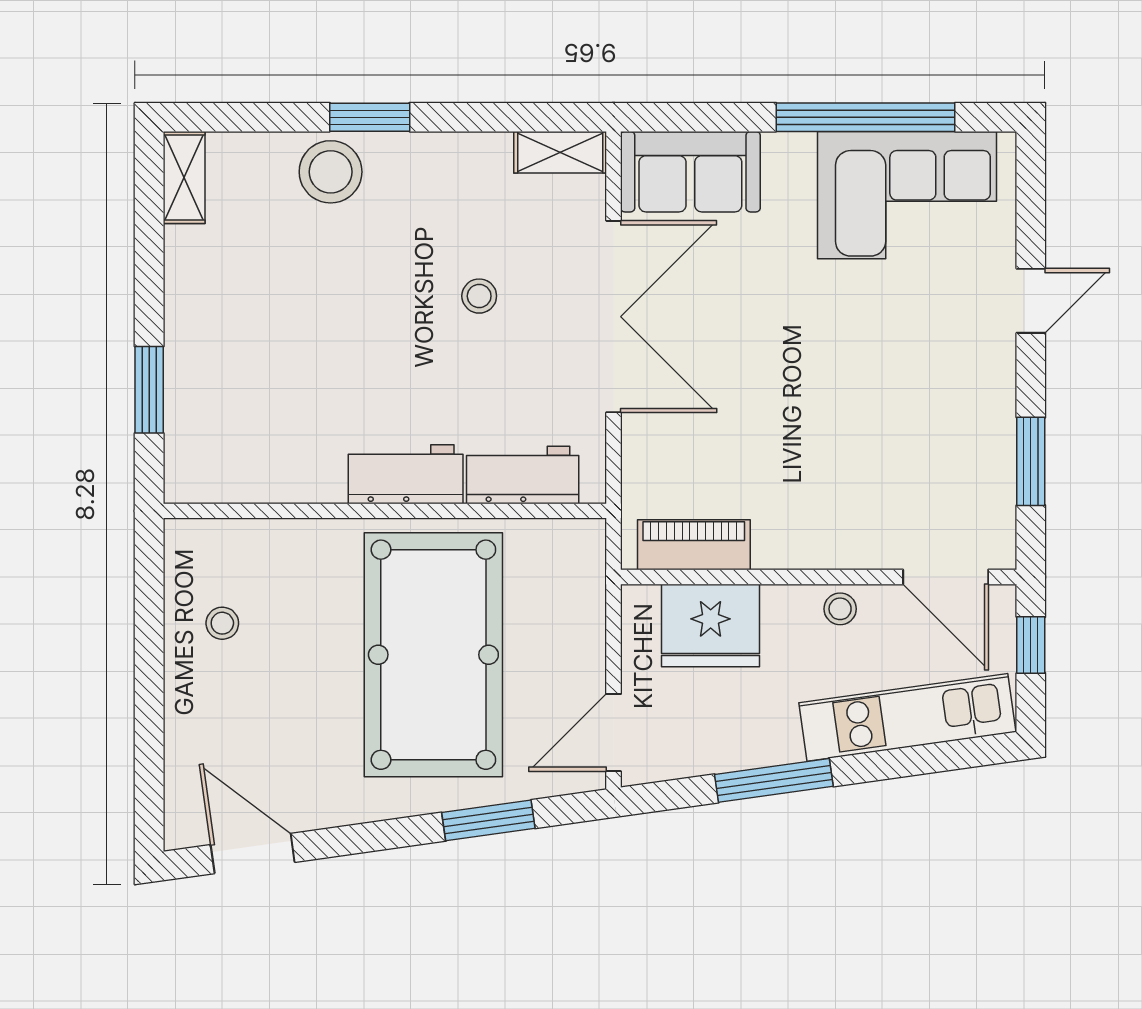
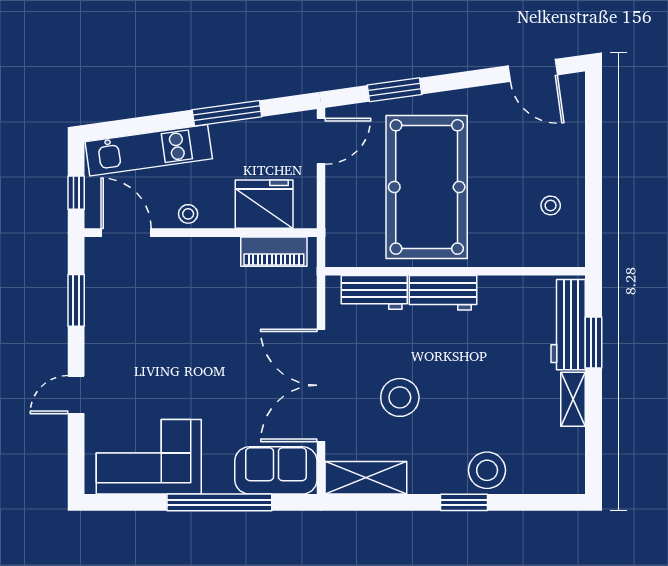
window: (866, 117) -> (219, 502), moved
shelving: (560, 152) -> (366, 478), width x1.50, depth x1.33
shelving: (184, 178) -> (573, 399), moved
stool: (479, 296) -> (400, 397), width x1.89, depth x1.89
workbench: (192, 420) -> (568, 325), added

